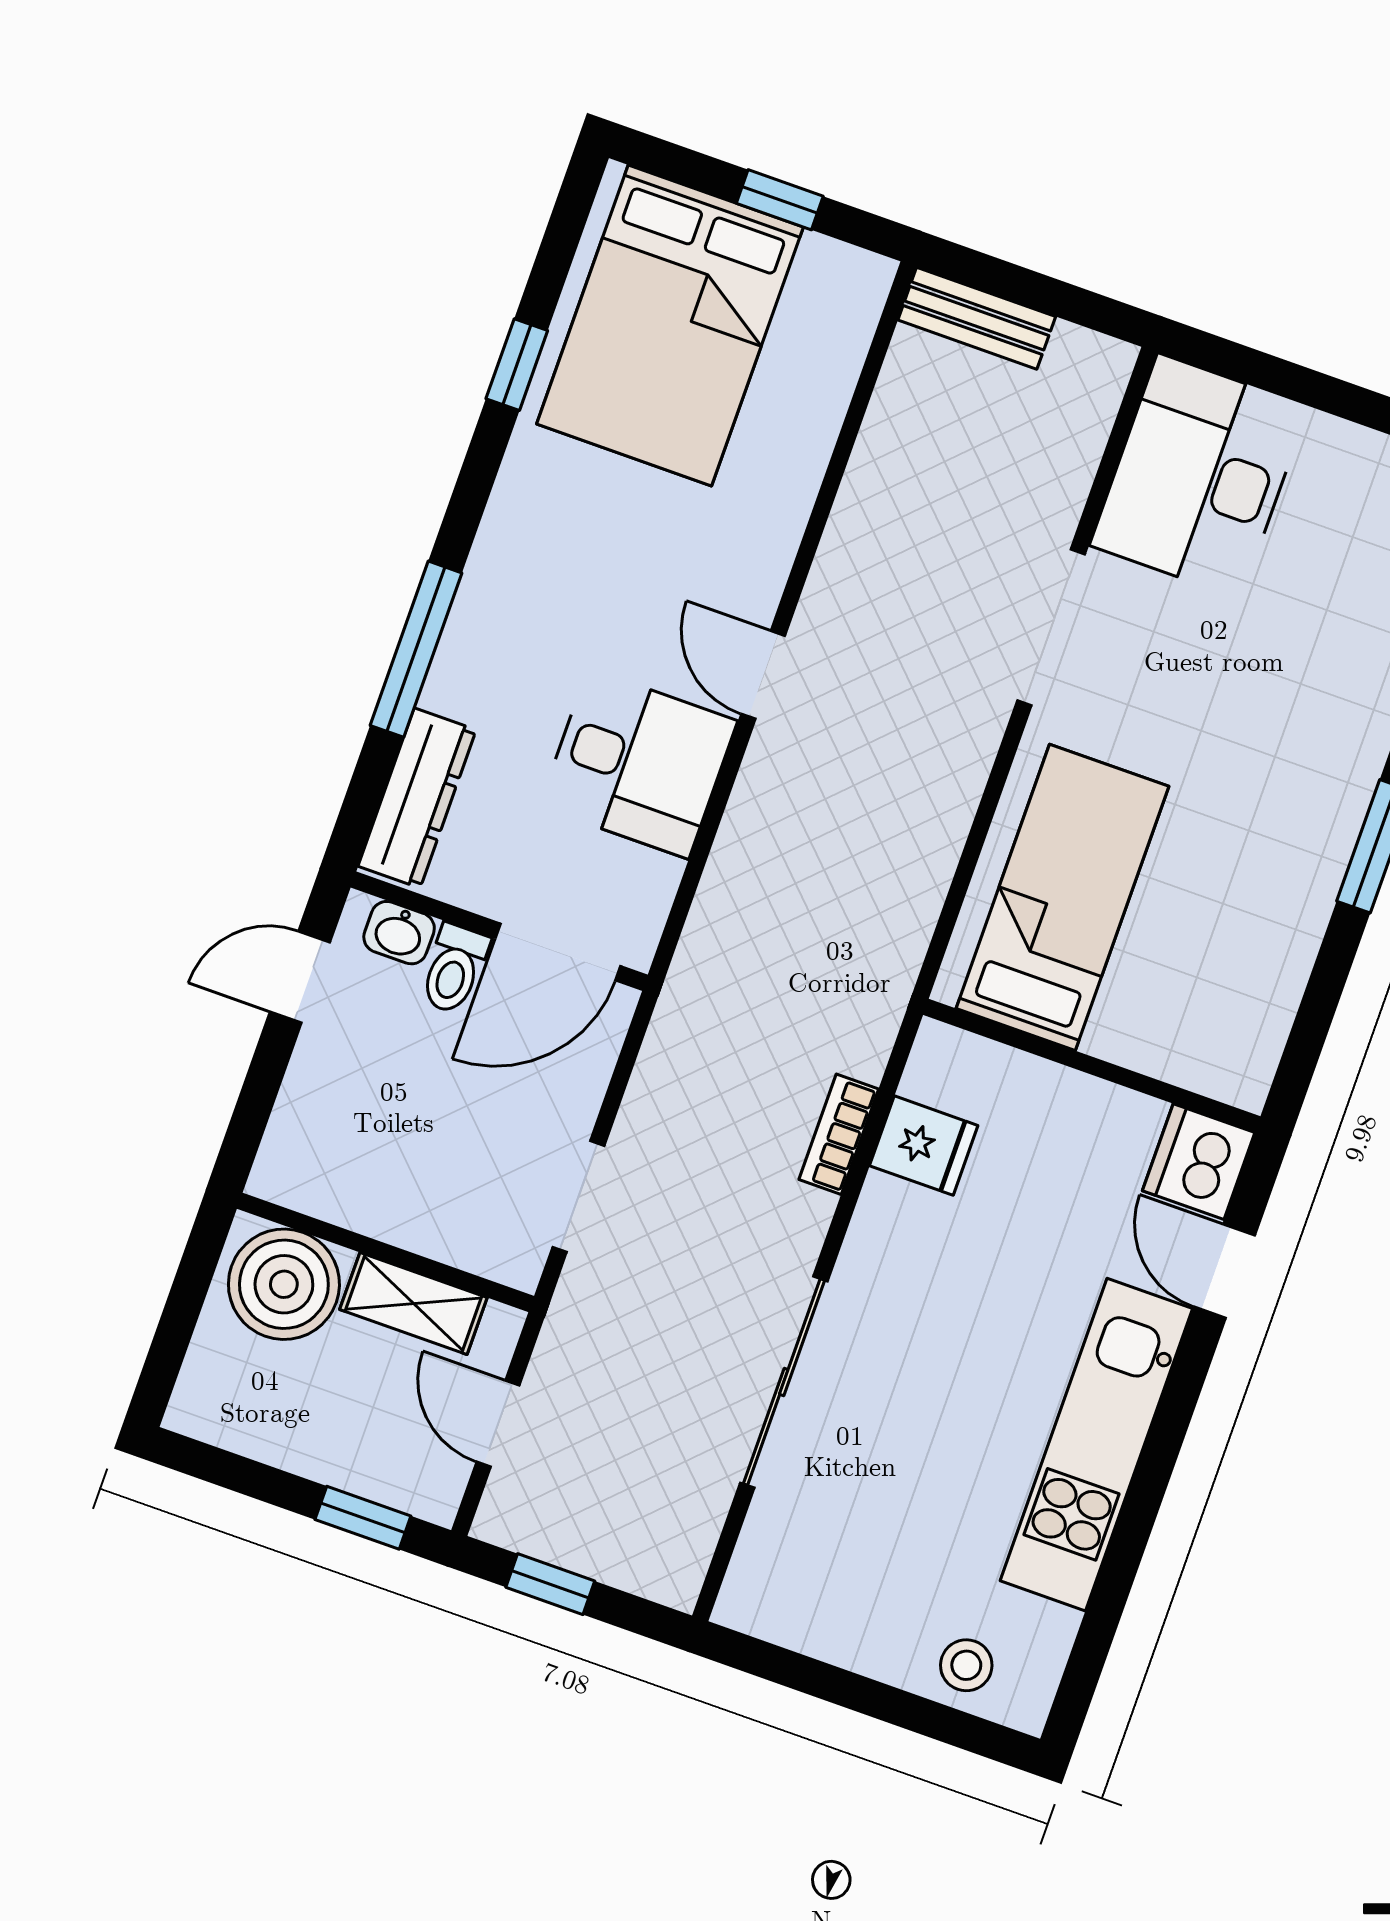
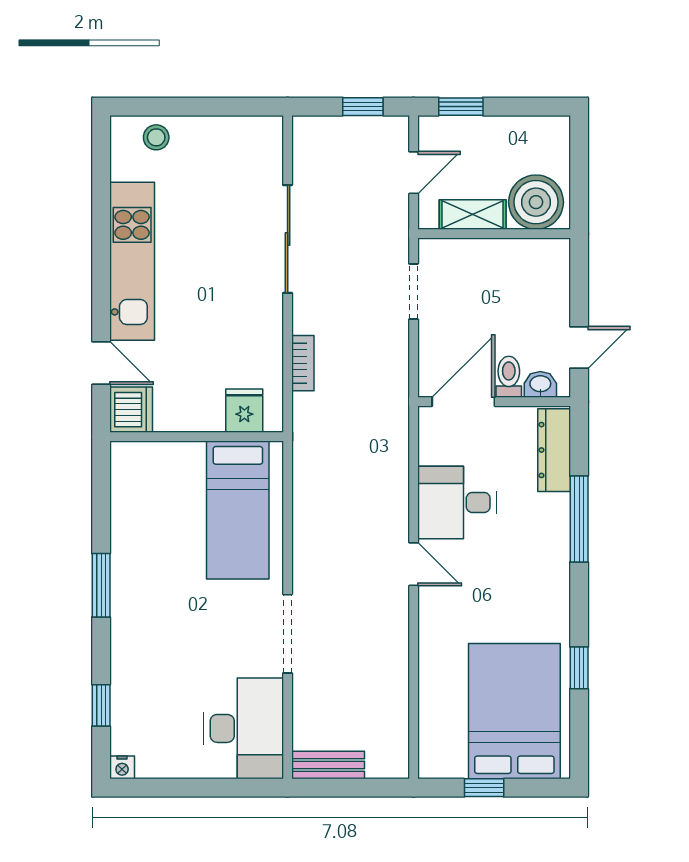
bench: (977, 318) -> (328, 765), moved
fridge: (924, 1146) -> (244, 411), moved, turned 90
door: (498, 1424) -> (414, 173), hinge flipped

